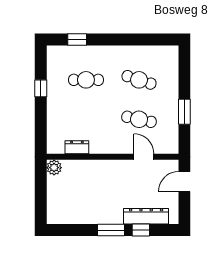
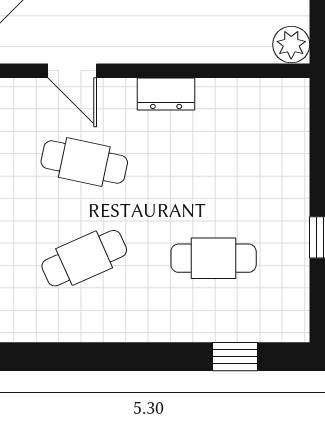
cafe table: (139, 80) -> (84, 258), turned -42
dresser: (77, 147) -> (166, 94), moved

